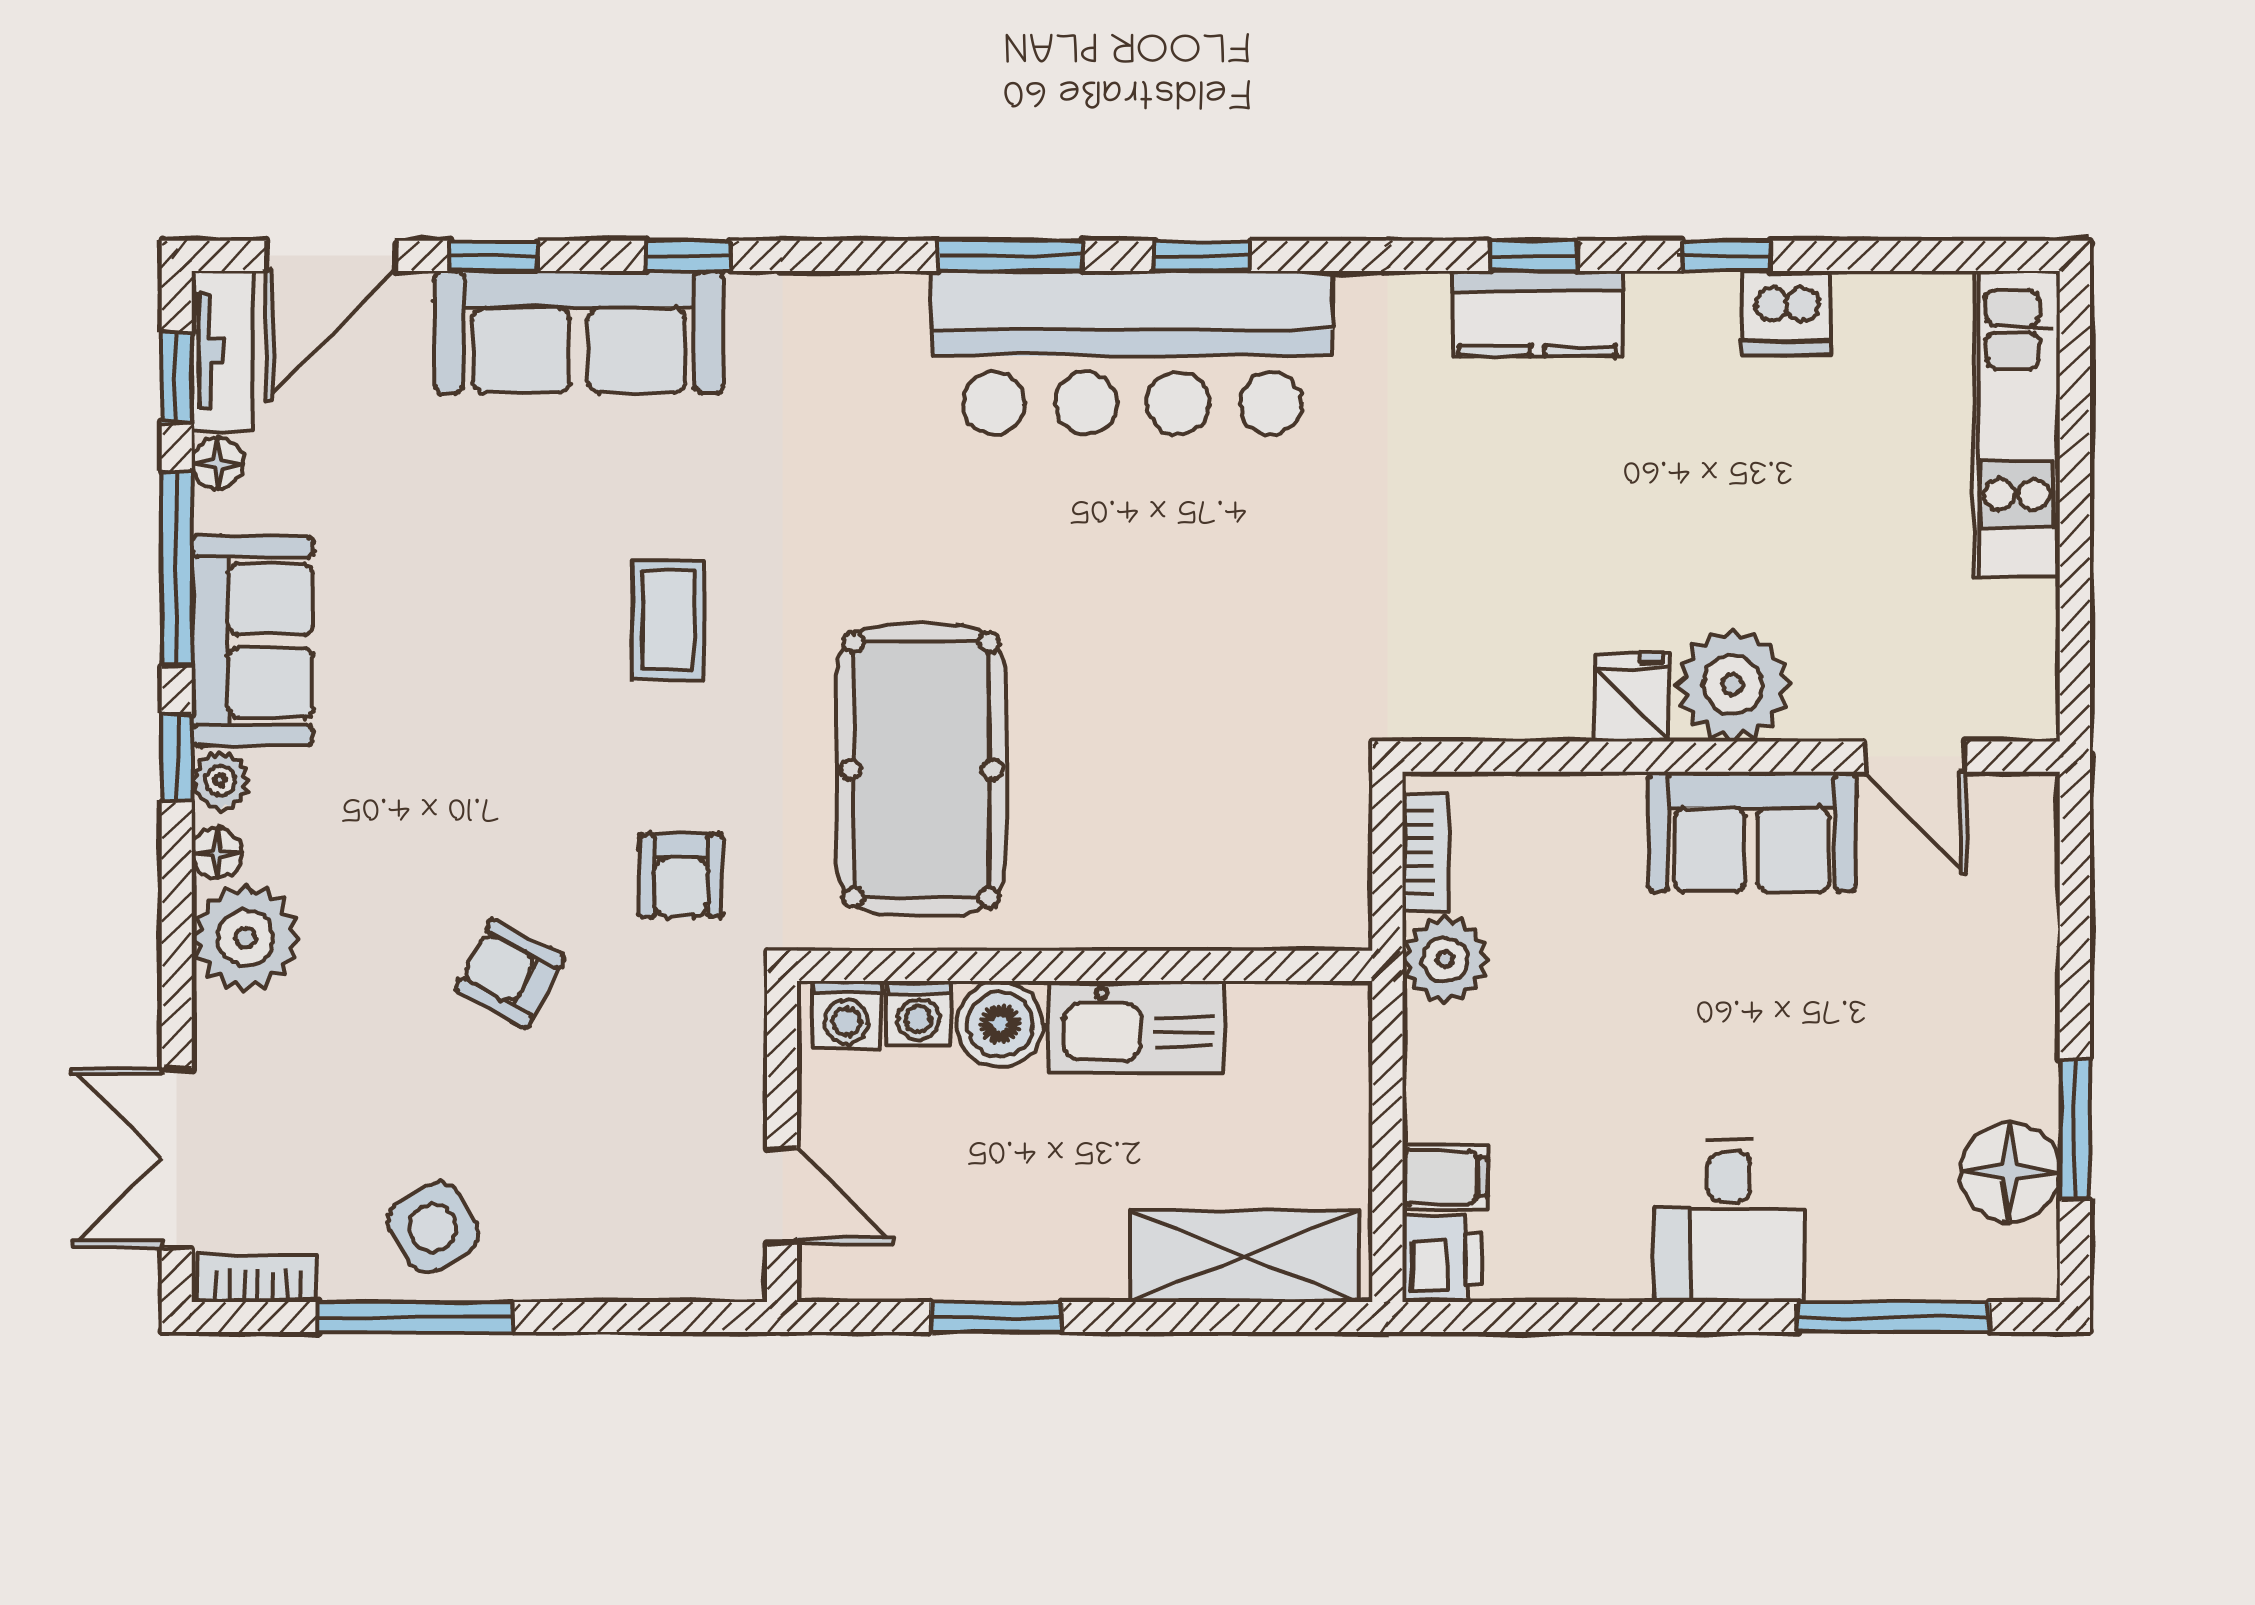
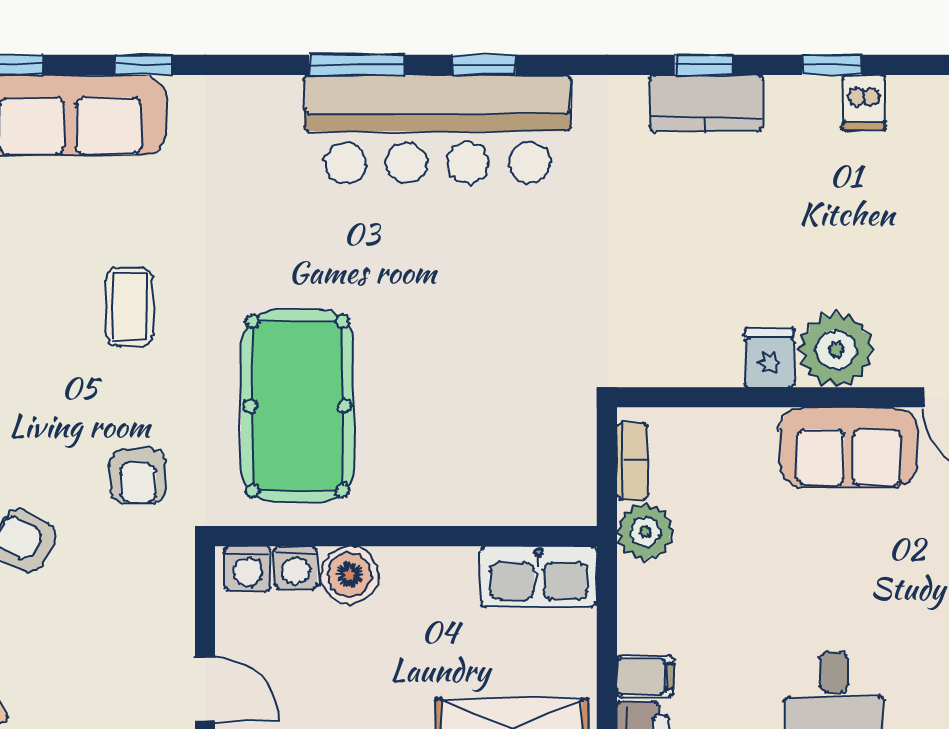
dishwasher: (1786, 312) -> (864, 102), width x0.73
kitchen sink: (1137, 1027) -> (539, 577), moved

